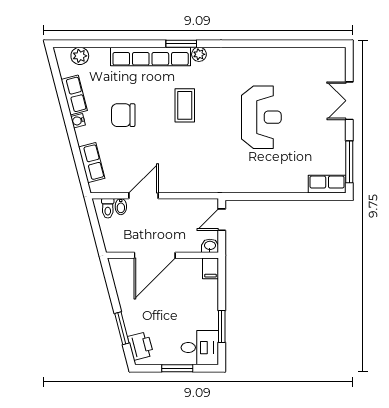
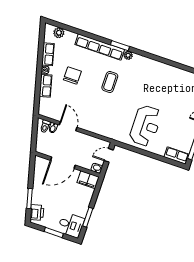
chair: (123, 115) -> (72, 76), turned 90
reception desk: (261, 117) -> (146, 126), moved
row of seats: (92, 163) -> (46, 86), moved
door: (144, 196) -> (68, 126), hinge flipped
filing cabinet: (210, 268) -> (88, 180), width x2.00

